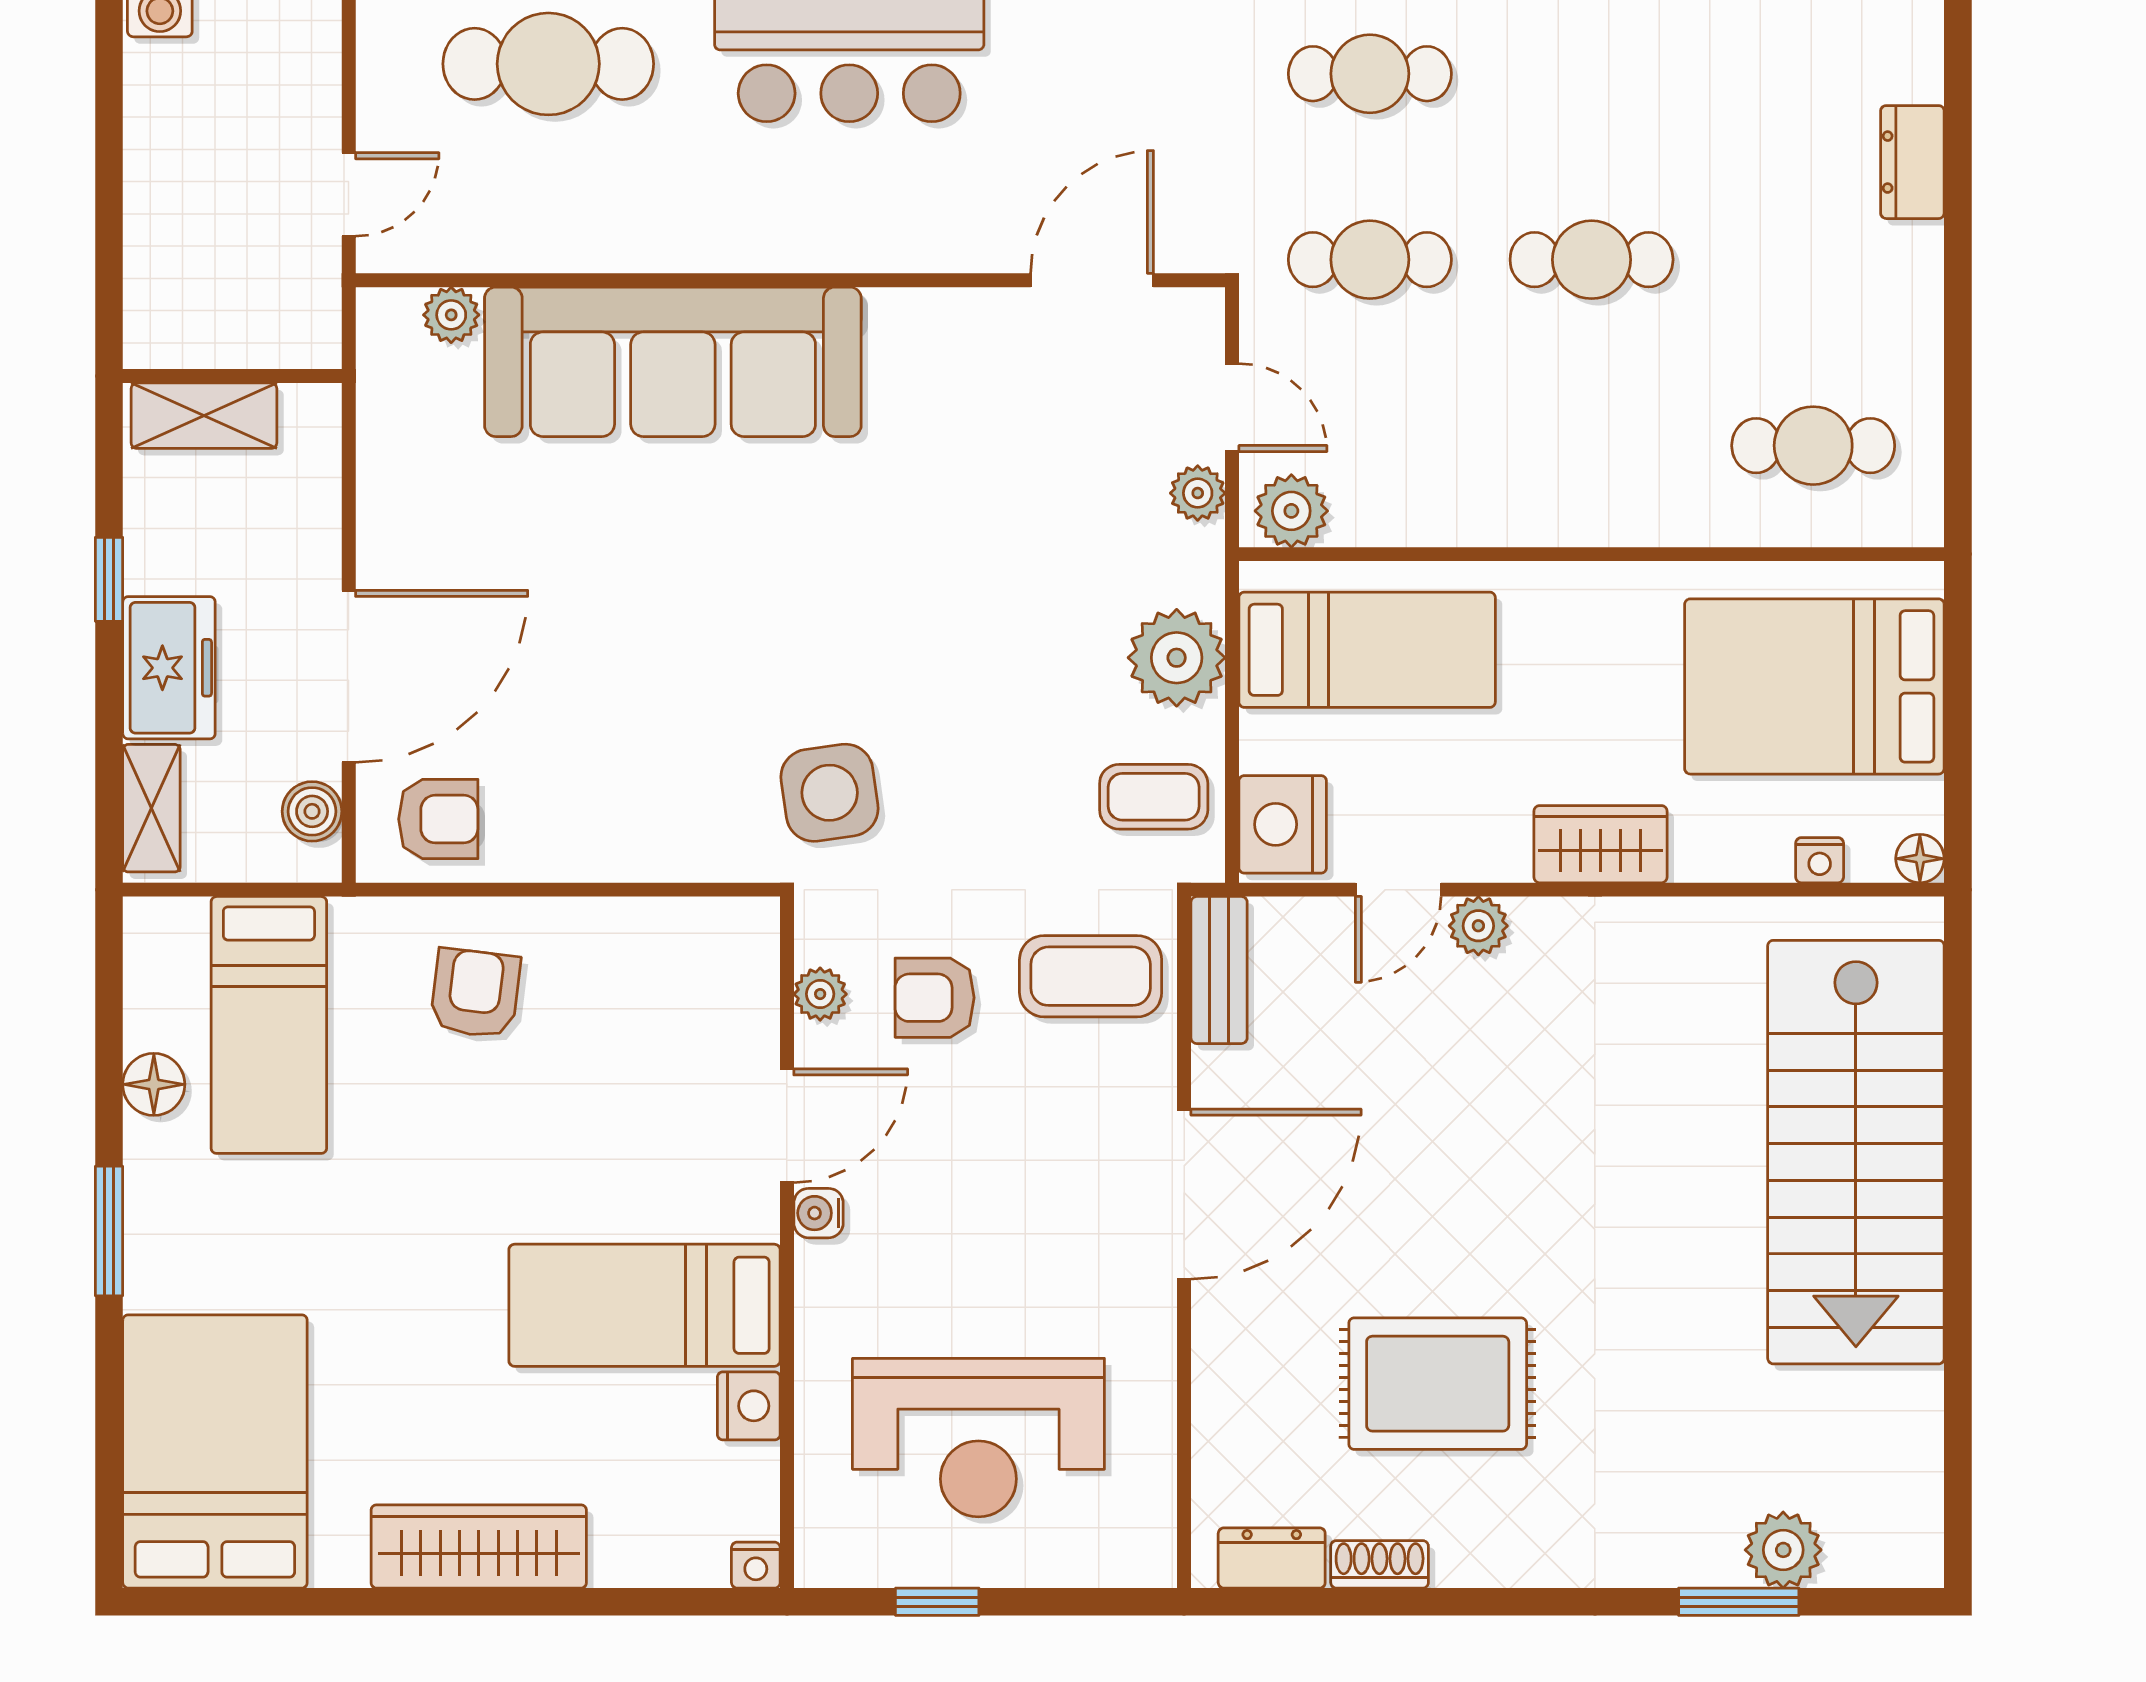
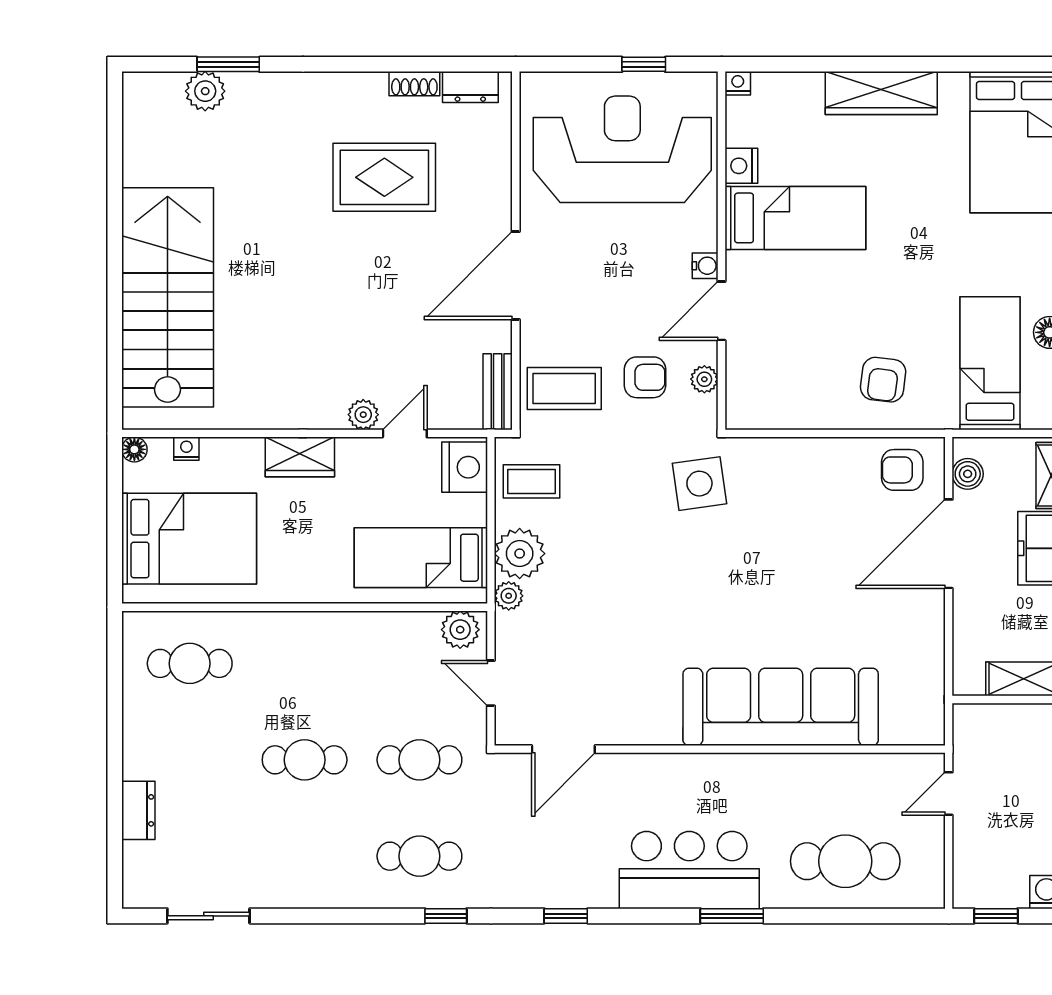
plant: (451, 315) -> (896, 731), removed
plant: (1198, 493) -> (509, 596), moved
reception desk: (978, 1438) -> (622, 149), width x1.36, depth x1.30

